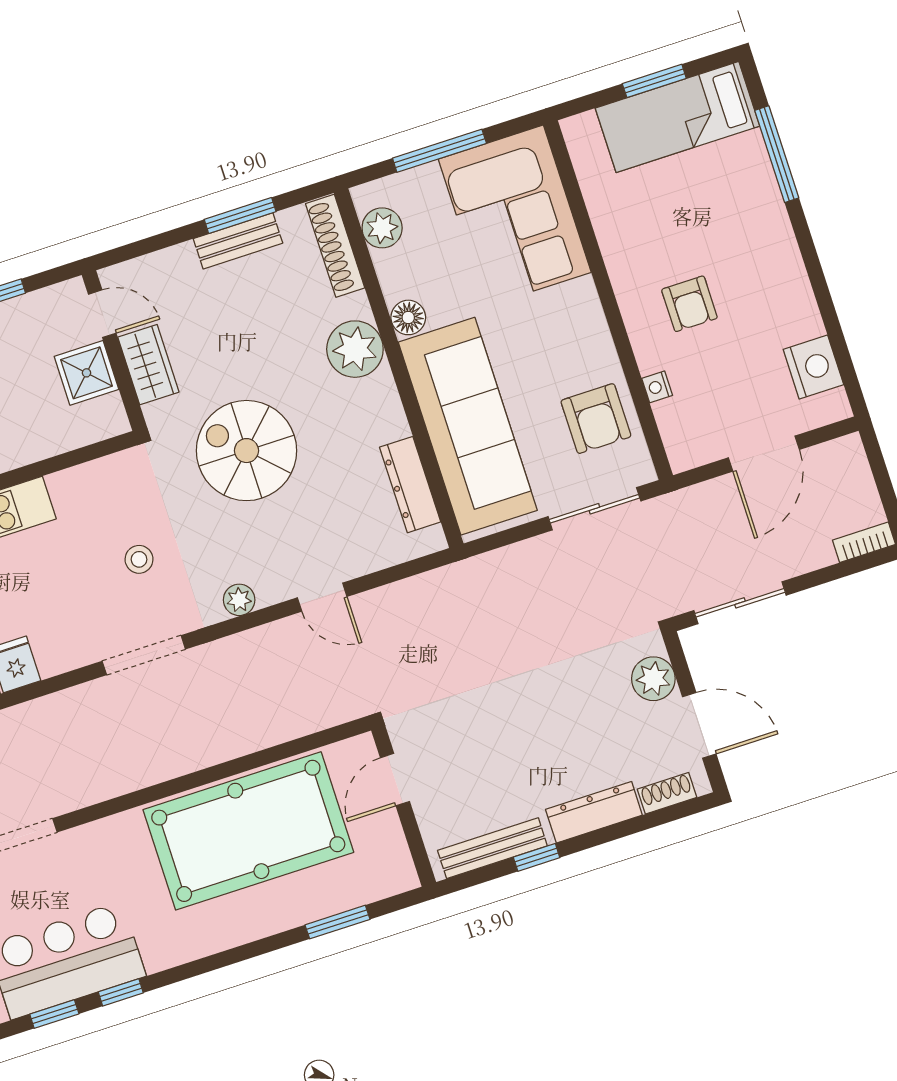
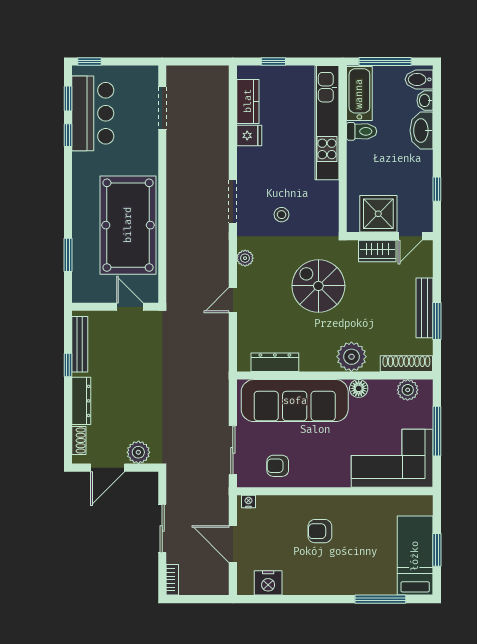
bench: (238, 241) -> (425, 308), width x1.36
shower: (87, 373) -> (378, 214), width x1.36, depth x1.36
nightstand: (657, 387) -> (248, 502), moved
armchair: (596, 419) -> (278, 466), width x0.72, depth x0.72
spiral stairs: (246, 451) -> (318, 286), turned -90
sliding door: (740, 603) -> (162, 528), moved

